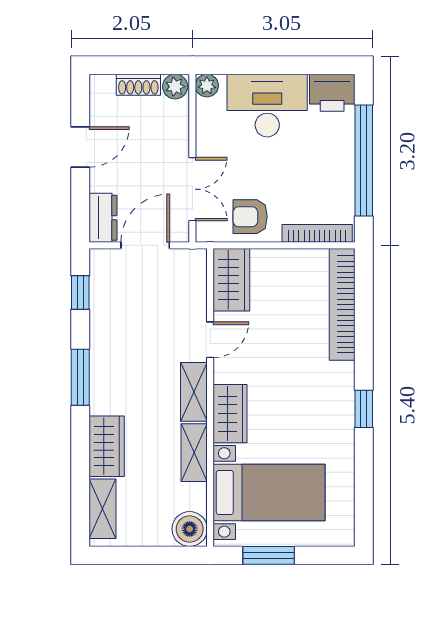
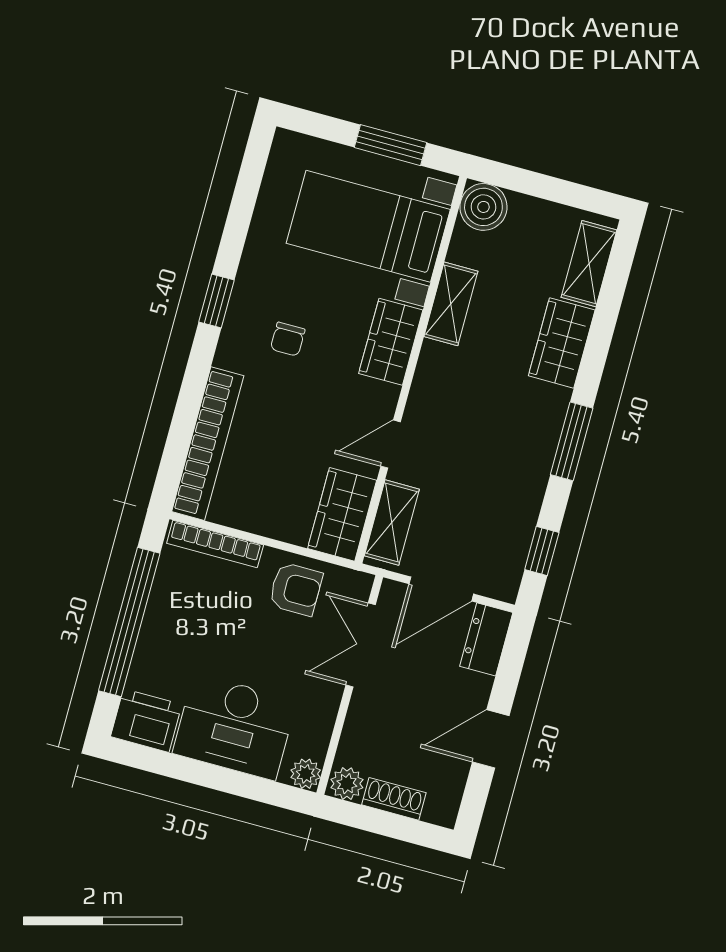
shelving: (194, 392) -> (392, 523), moved
chair: (305, 395) -> (288, 339), added

